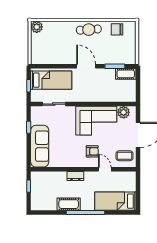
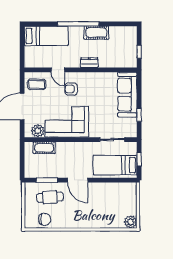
cafe table: (89, 30) -> (50, 197), moved
cot: (126, 74) -> (44, 148), moved

